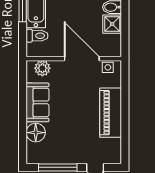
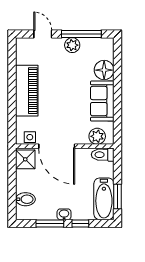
shower: (112, 24) -> (25, 159), moved
toilet: (37, 36) -> (103, 155), moved
plant: (67, 157) -> (72, 45), added

